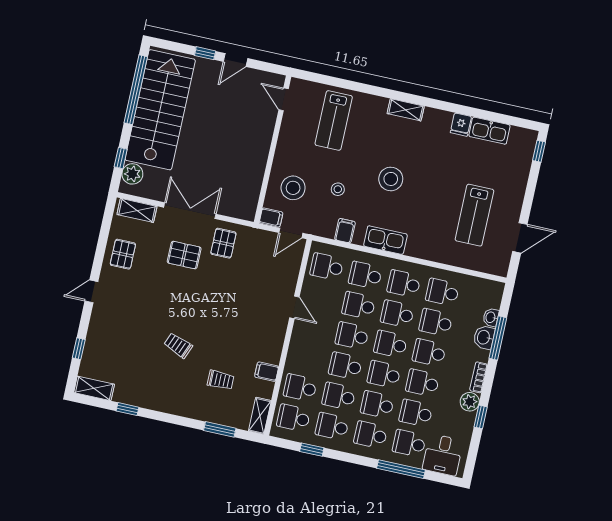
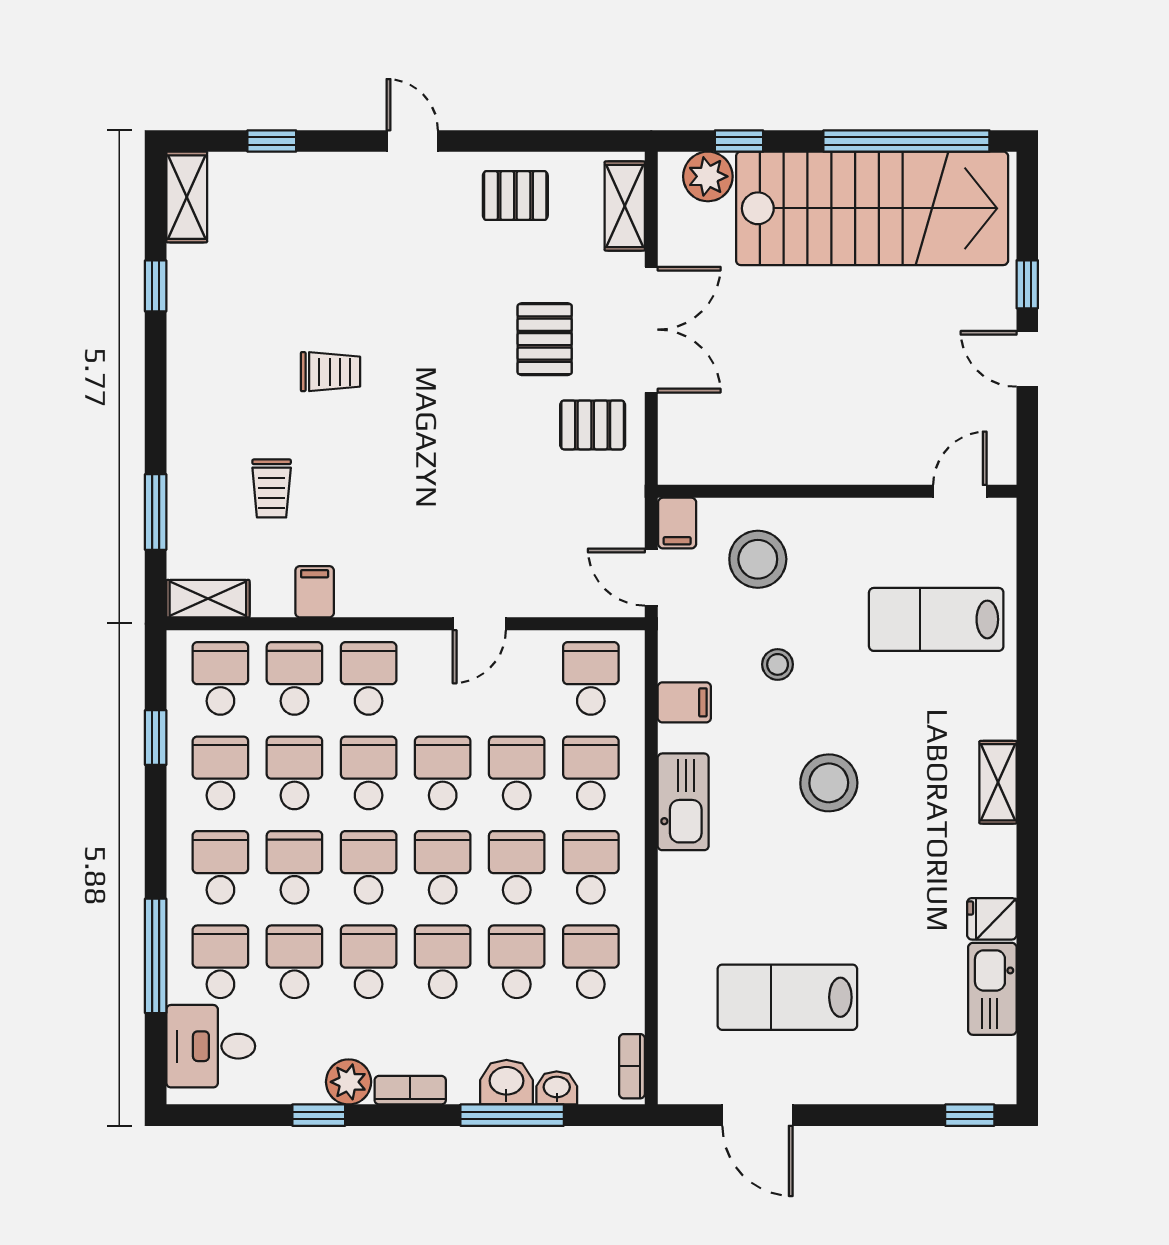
bookcase: (489, 285) -> (632, 1066), added
trolley: (178, 345) -> (330, 372), turned 68
school desk: (307, 357) -> (369, 678), added

